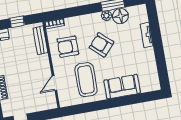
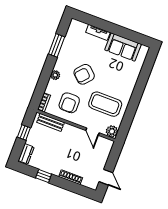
plant: (107, 16) -> (55, 75), moved
floor lamp: (120, 16) -> (70, 45), removed
sofa: (122, 87) -> (123, 47), moved, turned -90
plant: (65, 100) -> (112, 131), added

